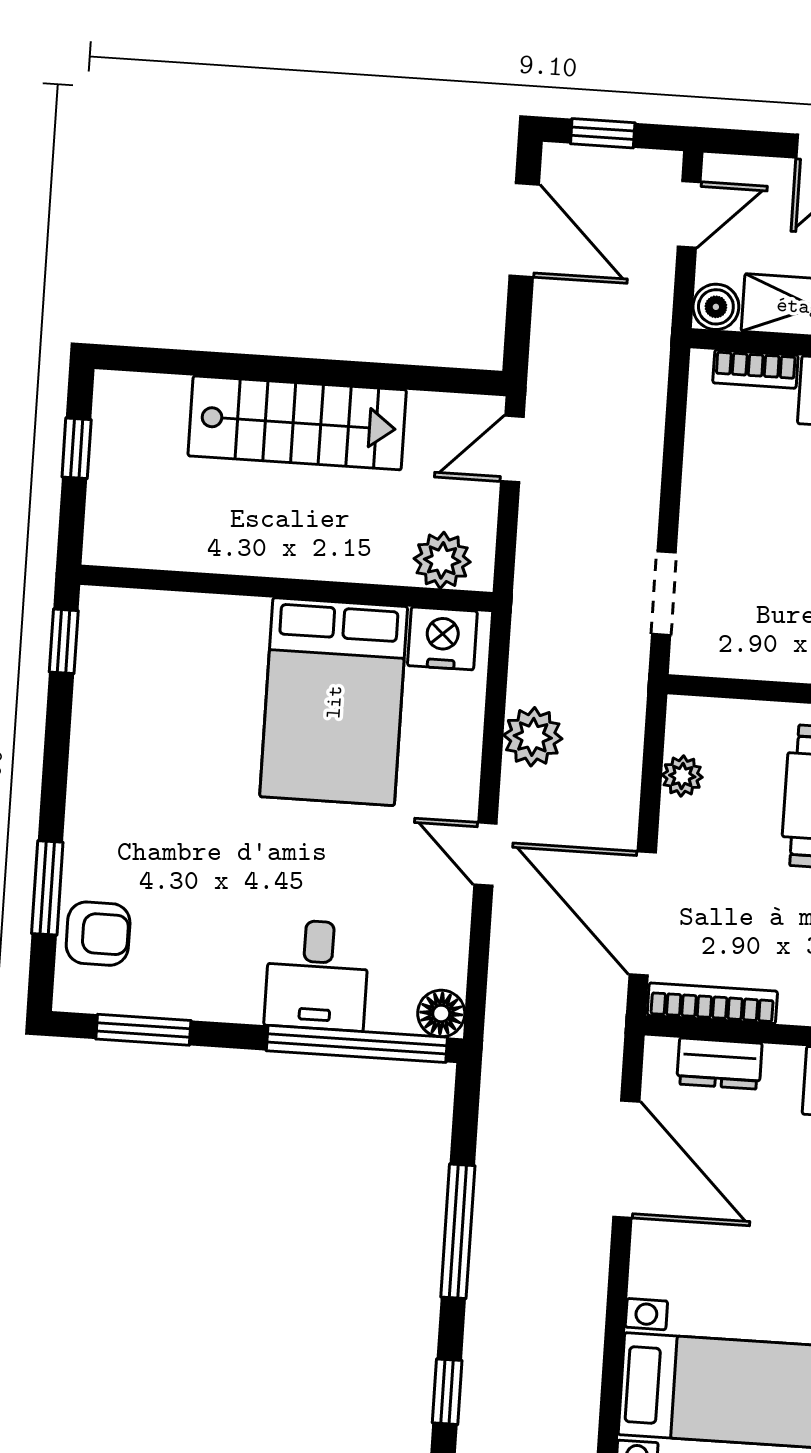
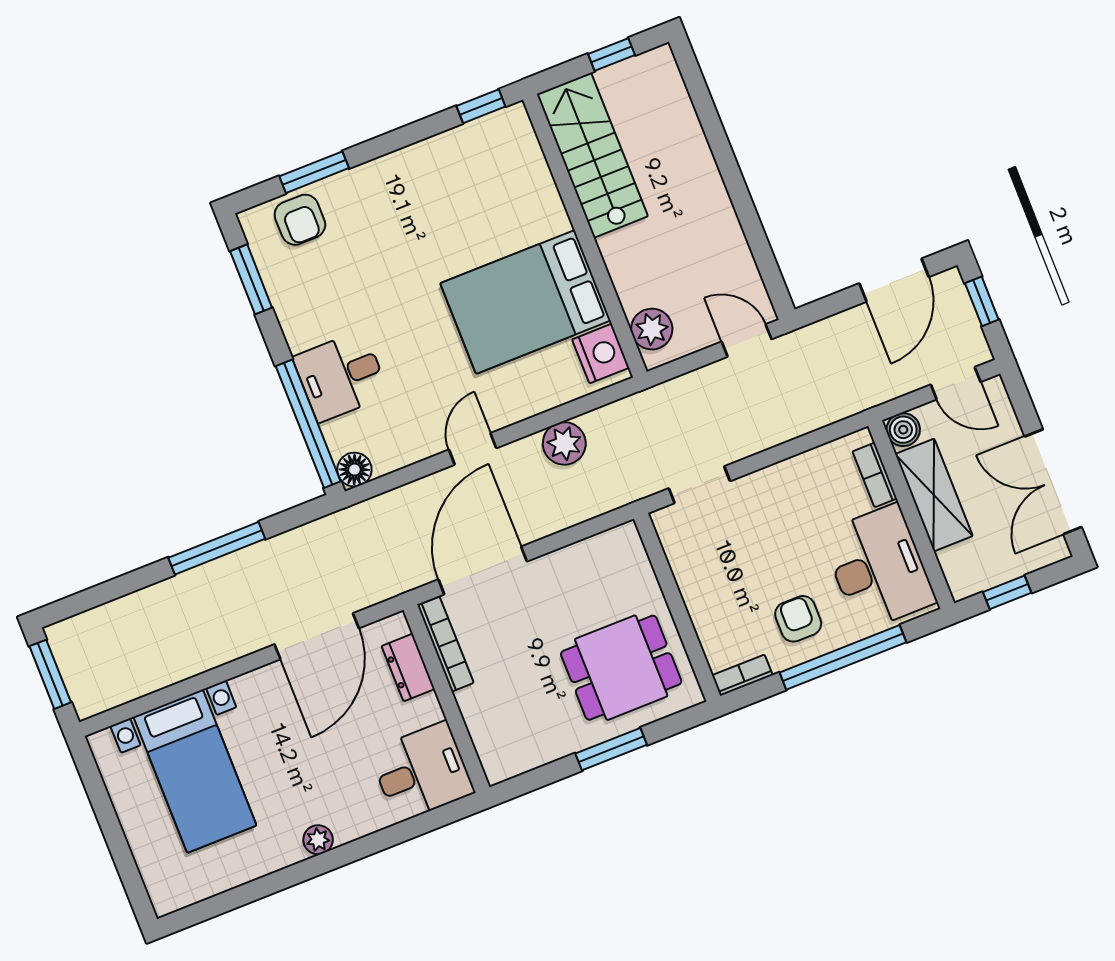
stairs: (297, 423) -> (592, 155), moved, turned 180
plant: (682, 776) -> (585, 554), removed
window: (447, 1392) -> (108, 591), removed

